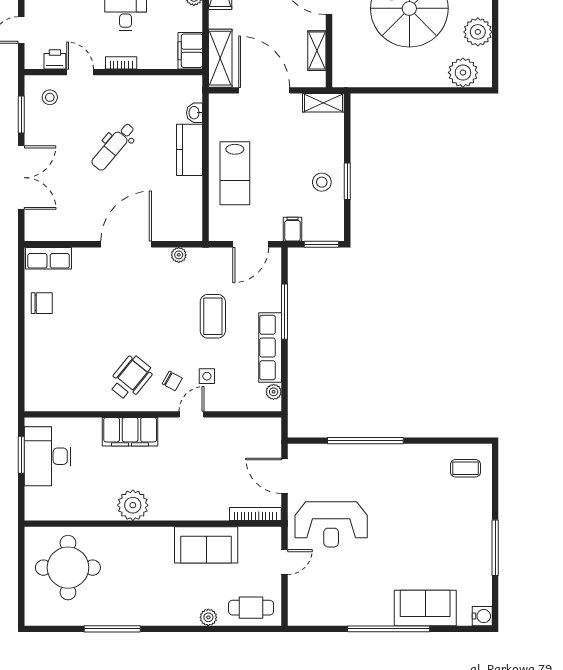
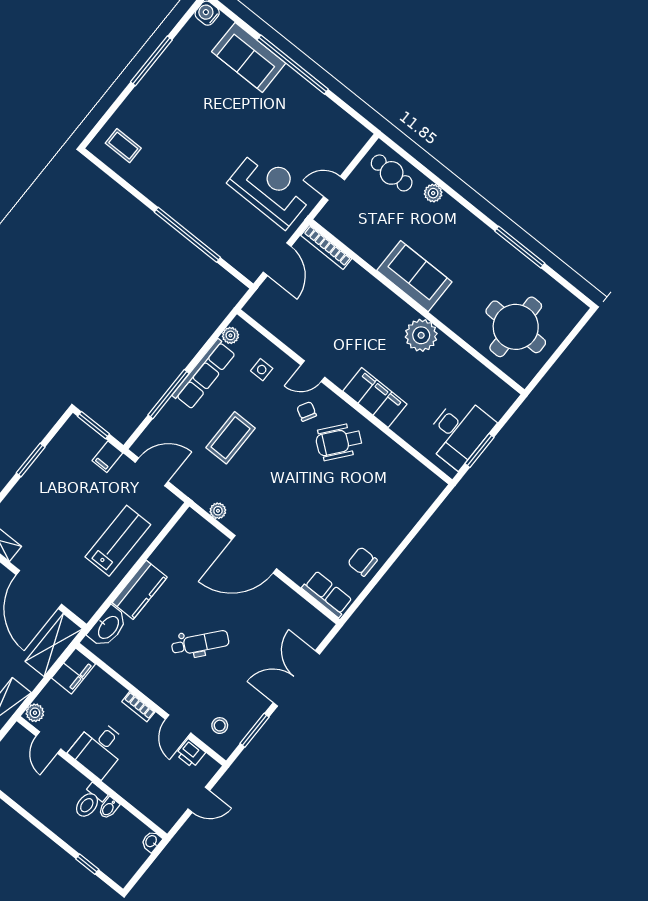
washbasin: (195, 113) -> (108, 627), width x1.91, depth x1.45
stool: (322, 182) -> (52, 476), removed
side table: (207, 376) -> (262, 370), moved
sofa: (206, 545) -> (414, 276), moved

